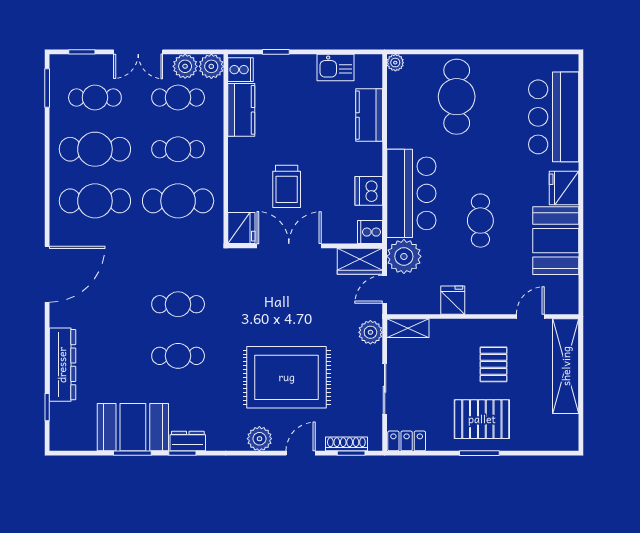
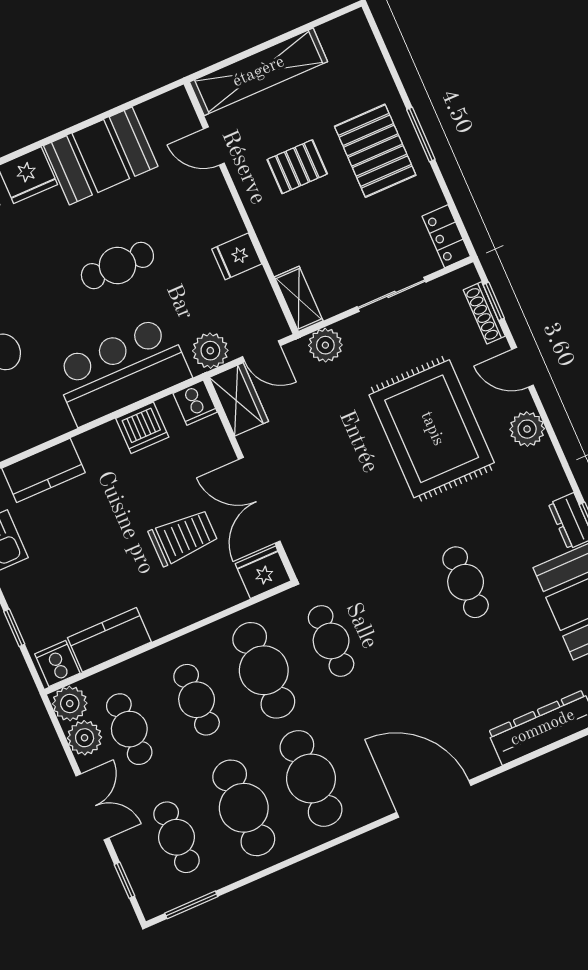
plant: (404, 256) -> (210, 351), width x0.73, depth x0.73
cafe table: (178, 304) -> (331, 641), moved

